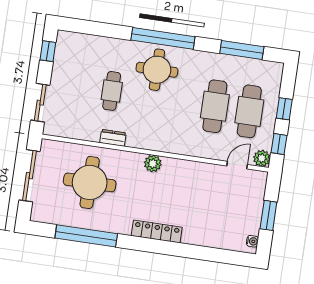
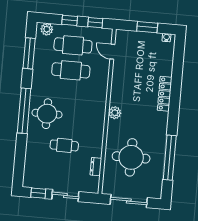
sliding door: (40, 103) -> (65, 195), moved
dresser: (113, 138) -> (96, 167), moved
plant: (262, 158) -> (47, 29), moved
locker: (157, 231) -> (165, 94), moved

